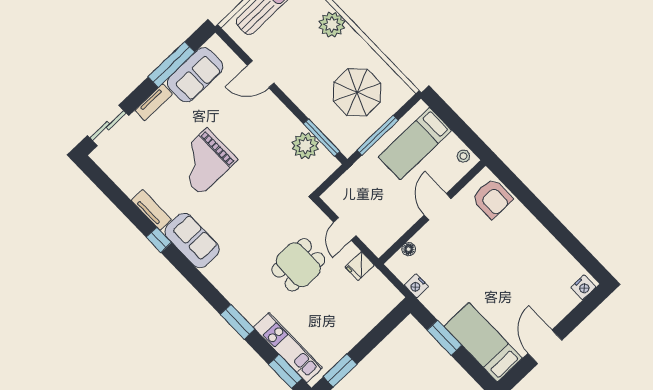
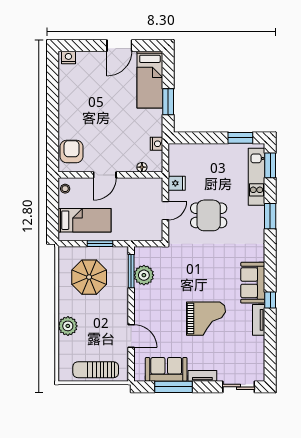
window: (378, 135) -> (100, 244), width x0.69

